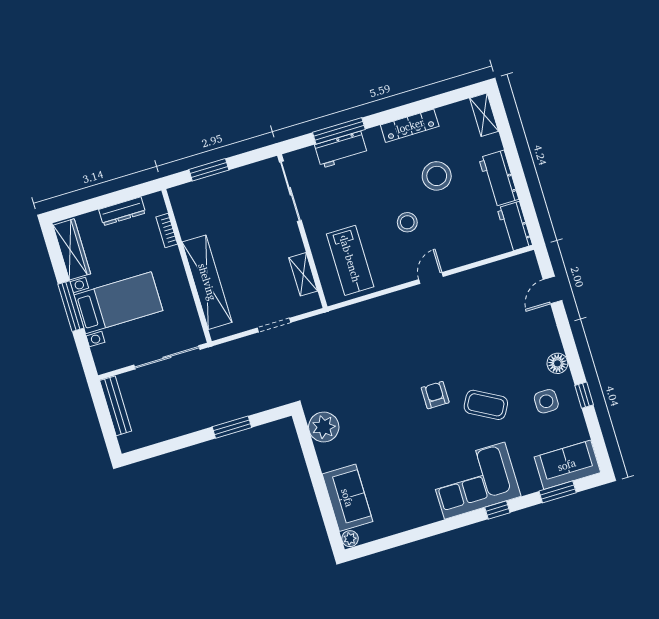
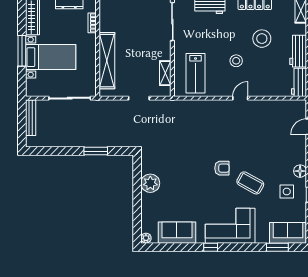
armchair: (435, 395) -> (222, 168), turned 90
plant: (324, 427) -> (150, 183), moved
sofa: (347, 498) -> (177, 233), moved, turned -90
window: (497, 510) -> (211, 247), moved

